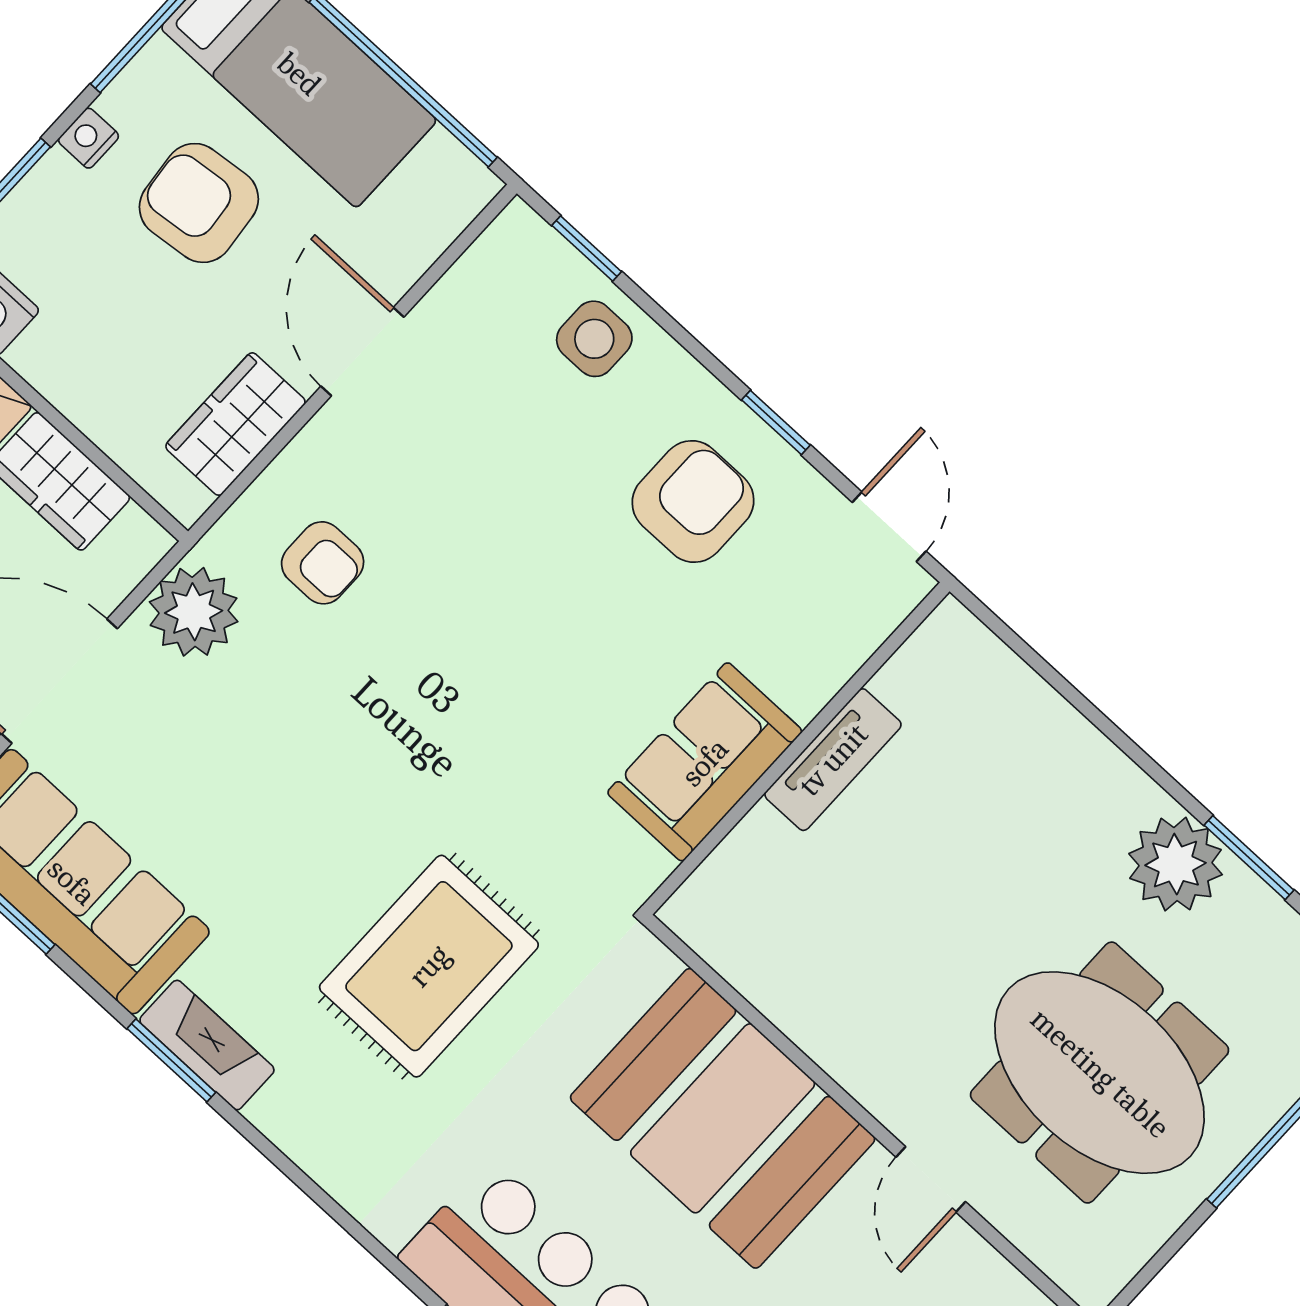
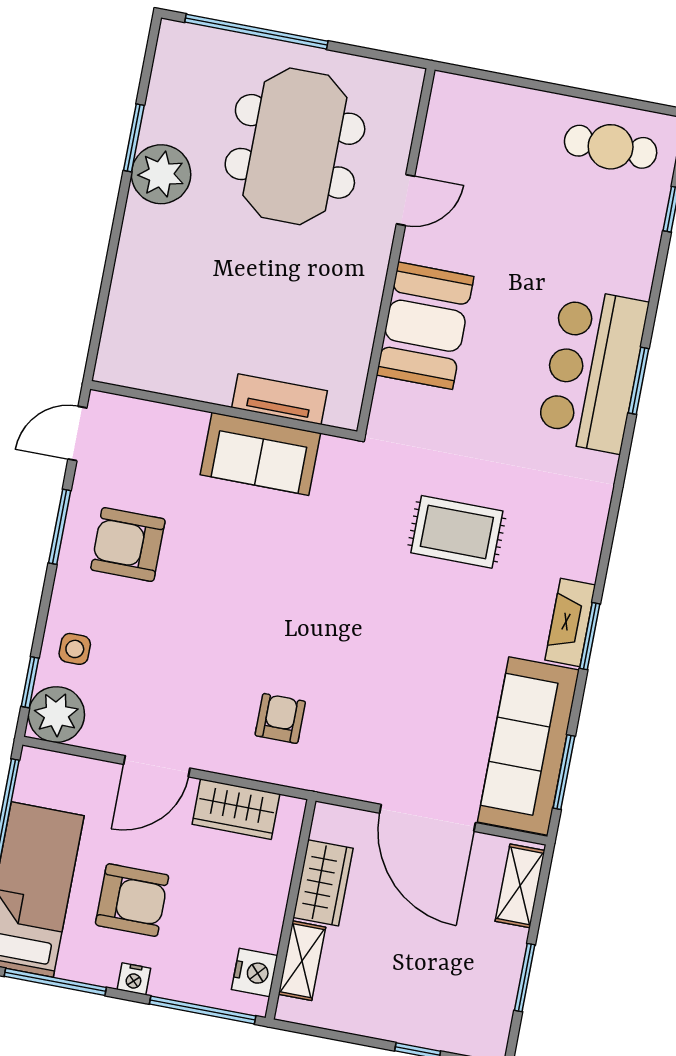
armchair: (199, 203) -> (132, 900), turned -84
side table: (594, 339) -> (75, 649), width x0.73, depth x0.73
window: (776, 423) -> (60, 527), width x1.50
plant: (194, 612) -> (56, 715), moved
tv unit: (833, 760) -> (280, 399), moved
rug: (429, 966) -> (457, 532), width x0.73, depth x0.70
booth: (723, 1118) -> (425, 326), width x0.73, depth x0.70

